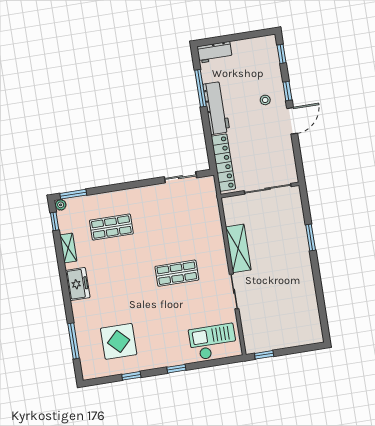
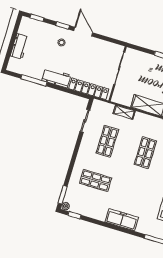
workbench: (215, 52) -> (19, 46), moved
workbench: (216, 108) -> (56, 78), width x0.73
shop shelf: (168, 218) -> (107, 141), added
shop shelf: (111, 227) -> (96, 180), turned 90
shelving: (68, 248) -> (124, 112), moved
freezer: (78, 284) -> (122, 220), width x1.40

